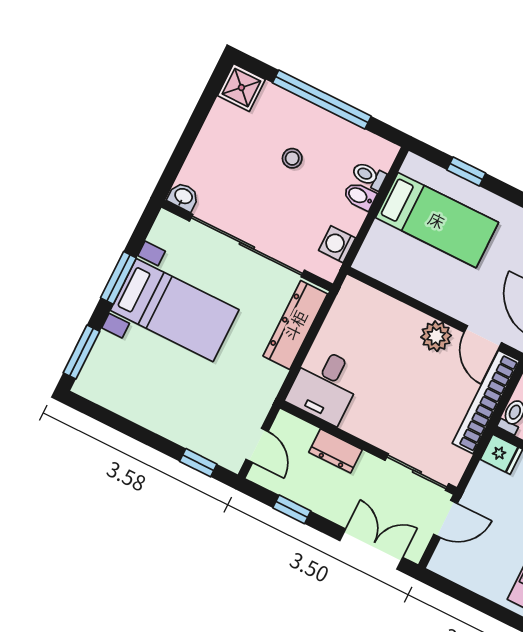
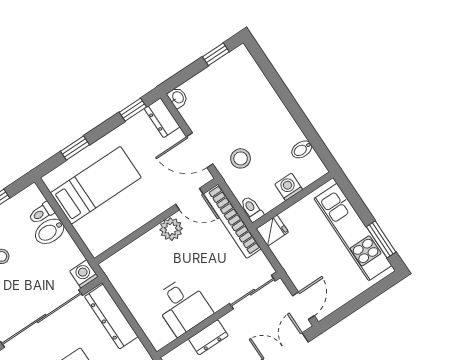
bidet: (360, 196) -> (50, 231), width x1.38, depth x1.36
washing machine: (337, 244) -> (84, 274), moved, turned 90
desk: (325, 386) -> (183, 306), moved
door: (446, 519) -> (303, 306), moved

